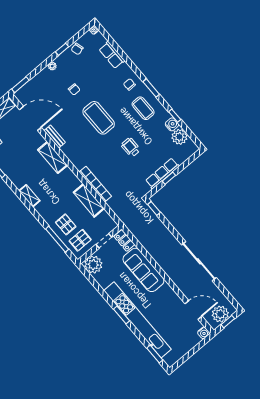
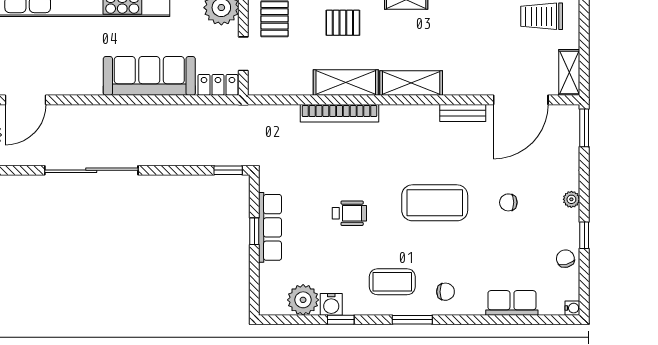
shelving: (53, 158) -> (411, 83), moved
shelving: (89, 200) -> (346, 83), moved
pallet: (66, 224) -> (343, 23), moved

